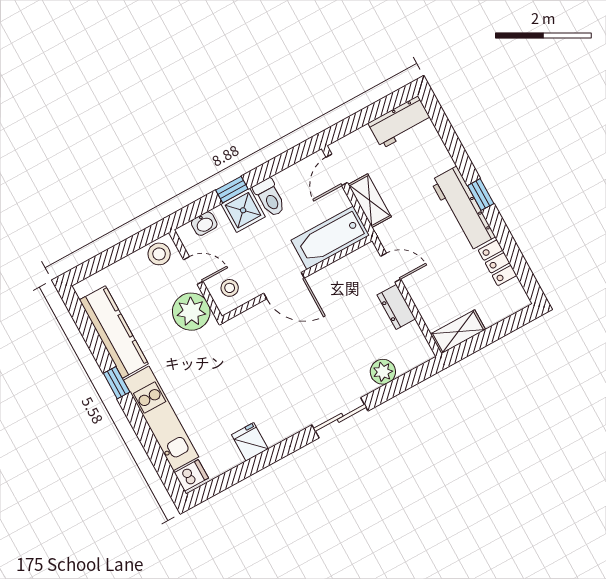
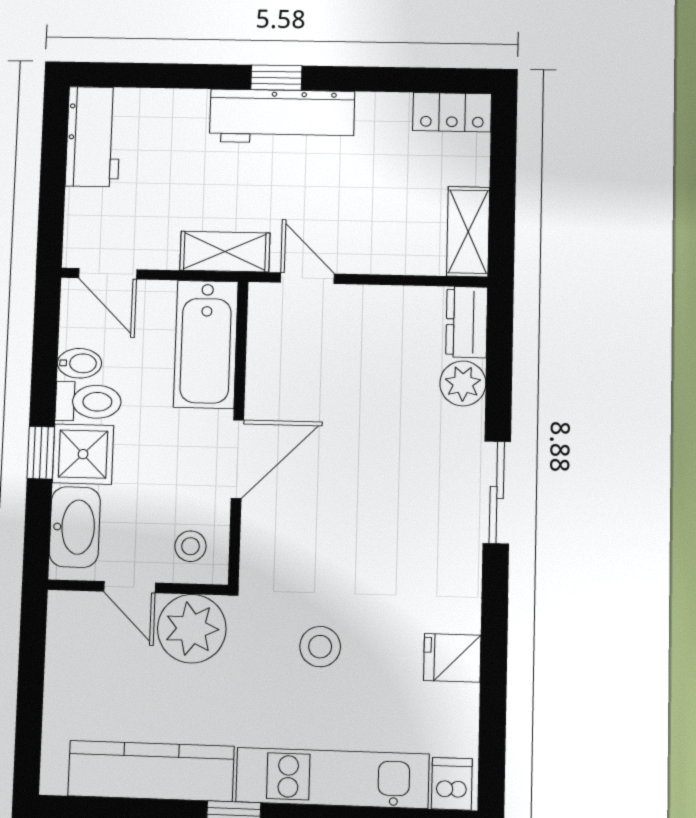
bidet: (286, 182) -> (79, 363), added
shelving: (370, 201) -> (225, 252), moved
washbasin: (204, 224) -> (75, 527), width x1.91, depth x1.45
stool: (159, 254) -> (320, 647), moved
locker: (497, 263) -> (452, 112), moved
door: (391, 268) -> (307, 278), hinge flipped
door: (193, 271) -> (130, 587), swing flipped
dresser: (396, 307) -> (467, 322), moved, turned 90

